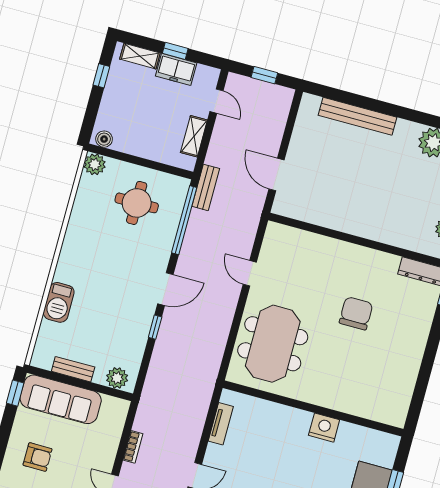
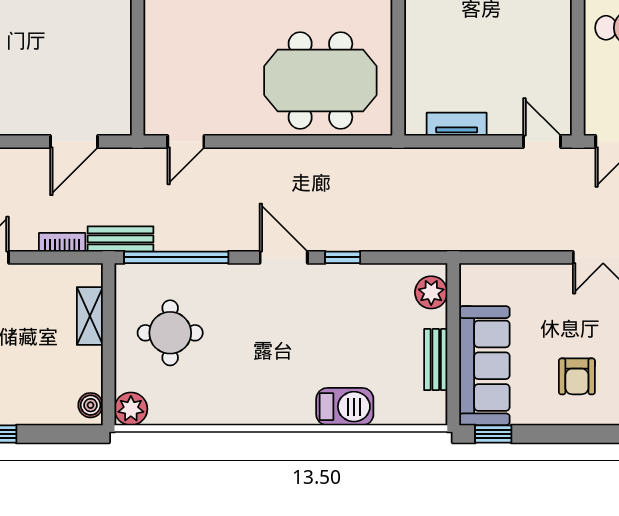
shelving: (194, 136) -> (90, 316), moved, turned 90
door: (250, 273) -> (186, 141), moved
bookcase: (133, 447) -> (62, 242), moved
armchair: (38, 457) -> (577, 376), turned 180

